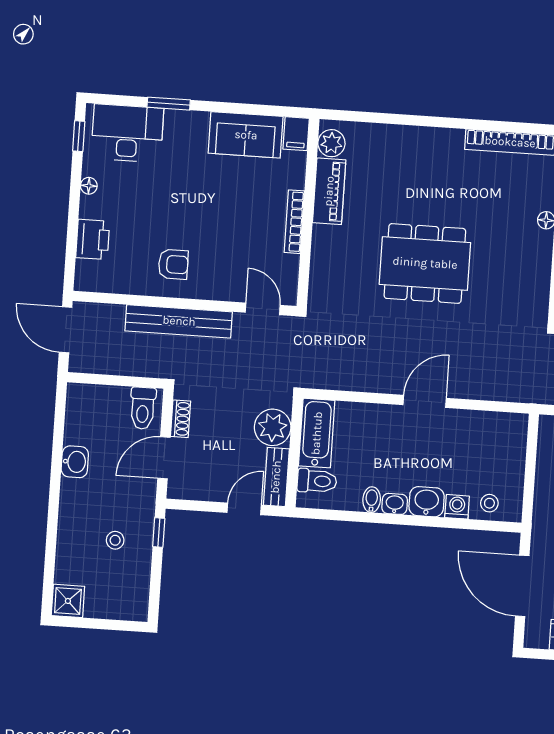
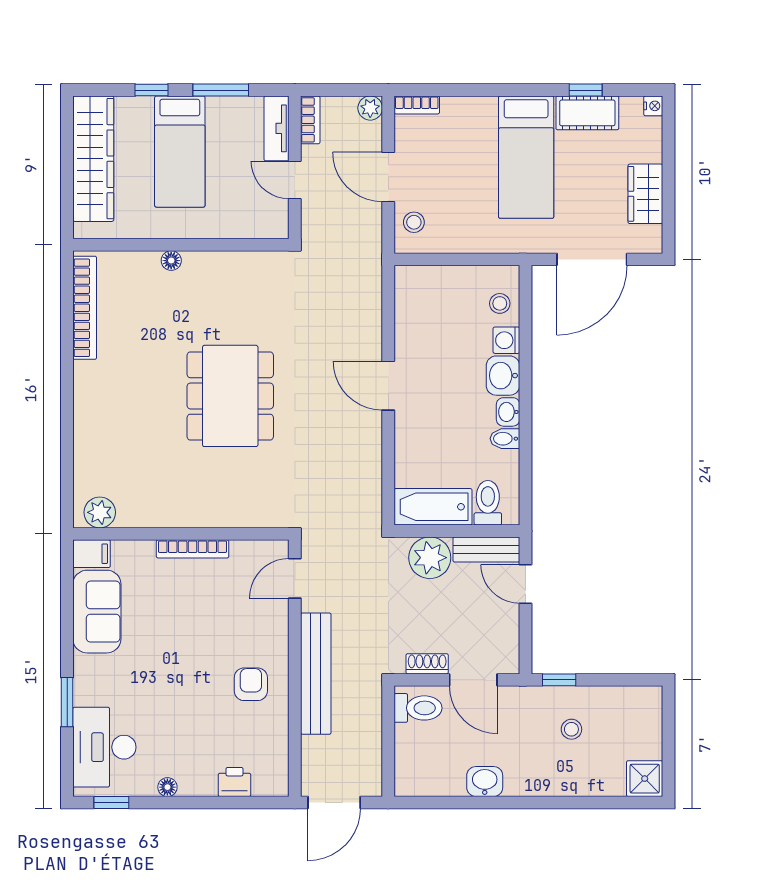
piano: (329, 191) -> (155, 511), removed
printer: (93, 239) -> (235, 782), width x0.73, depth x0.81

